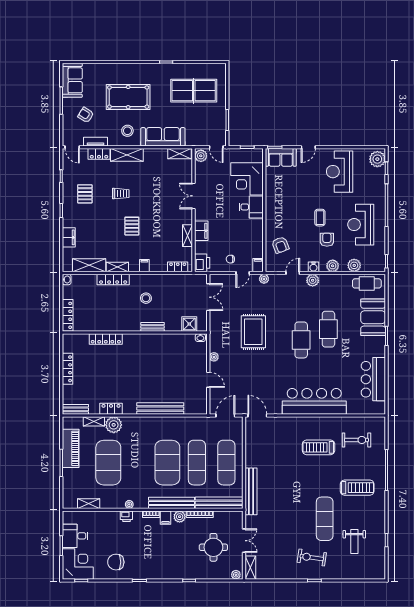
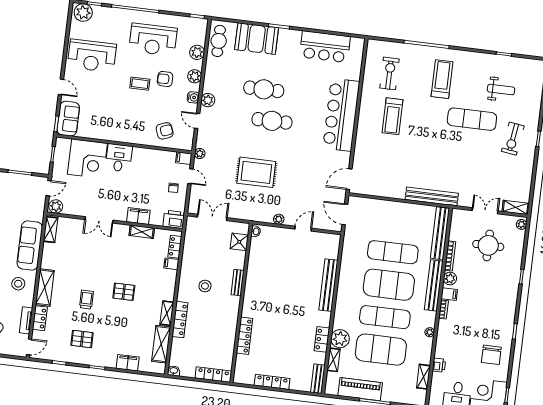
filing cabinet: (144, 266) -> (171, 264), moved
exercise mat: (226, 463) -> (385, 317), moved
printer: (126, 516) -> (439, 365), moved

